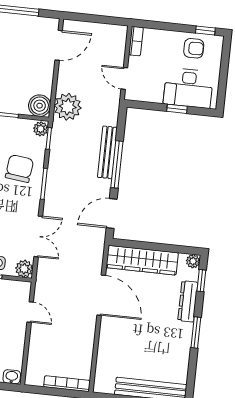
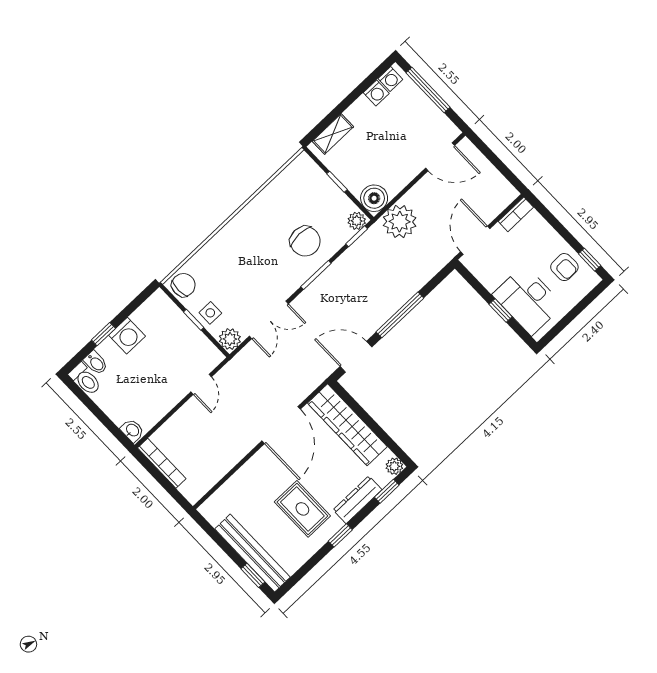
door: (124, 78) -> (475, 240), width x1.38
bench: (107, 152) -> (401, 296), removed
chair: (19, 169) -> (305, 241), turned 83
window: (196, 332) -> (340, 535), width x0.67
rug: (158, 336) -> (302, 509), added
bookcase: (67, 384) -> (162, 463), moved

